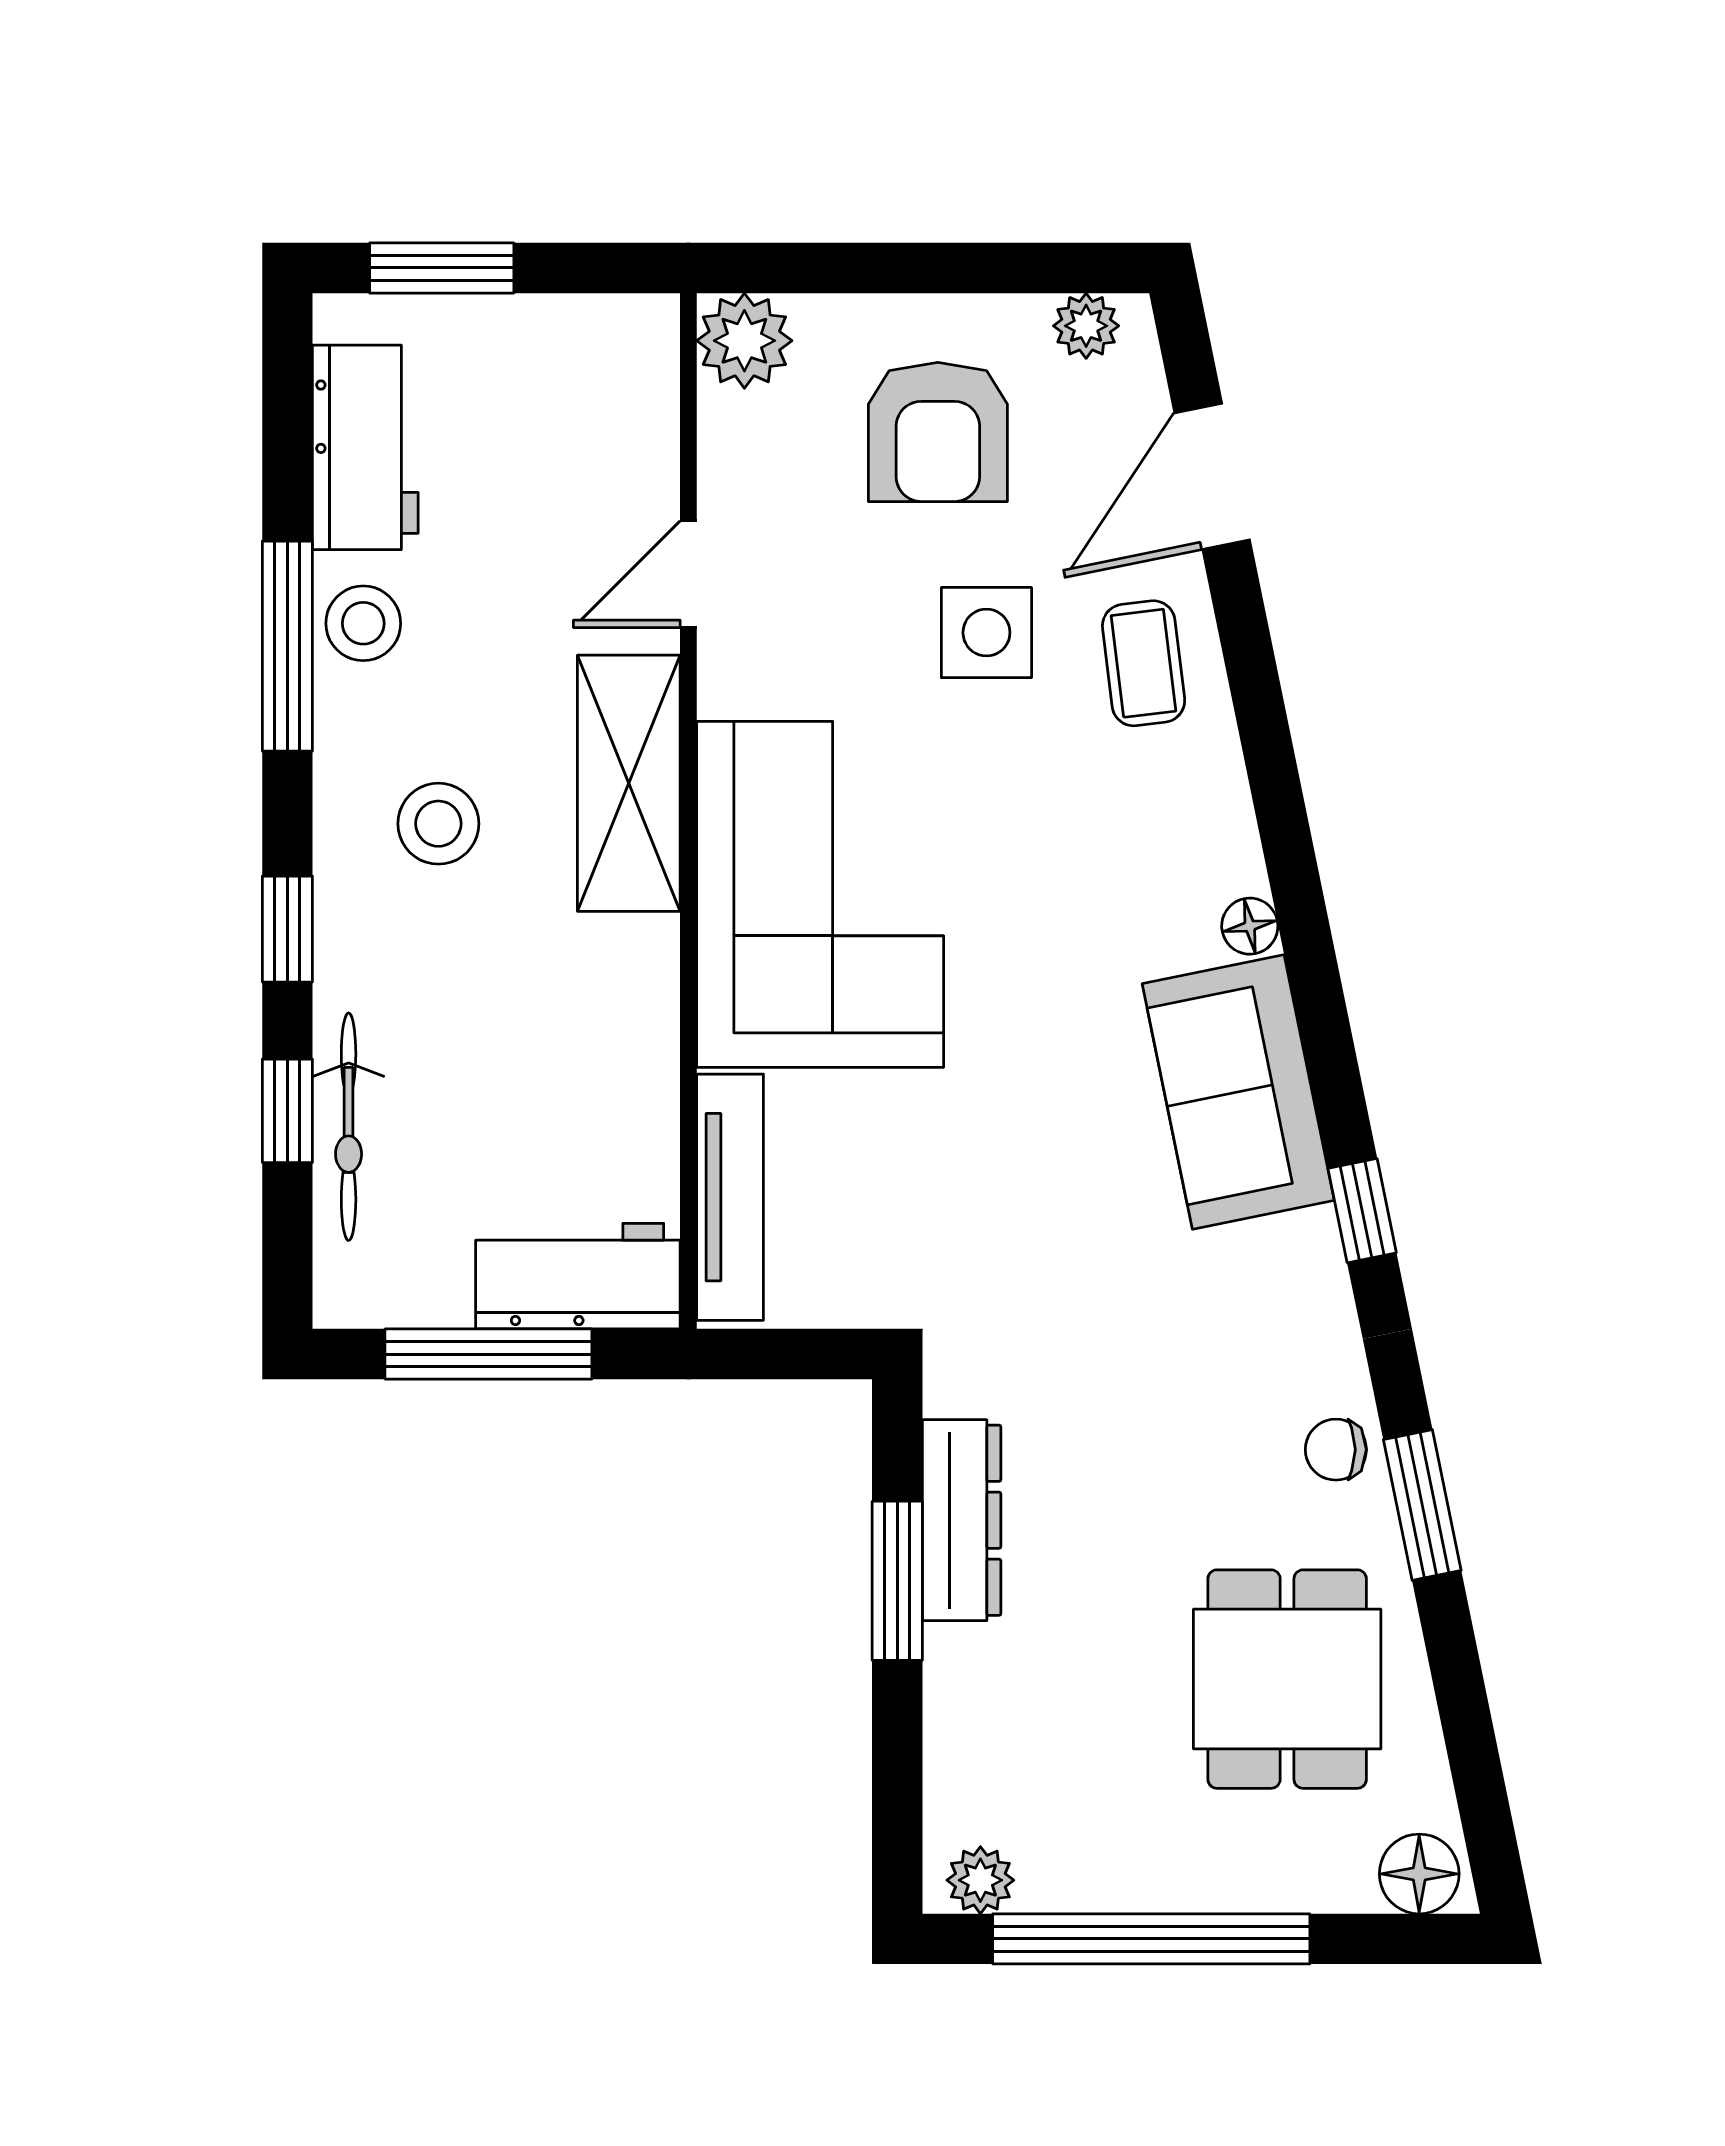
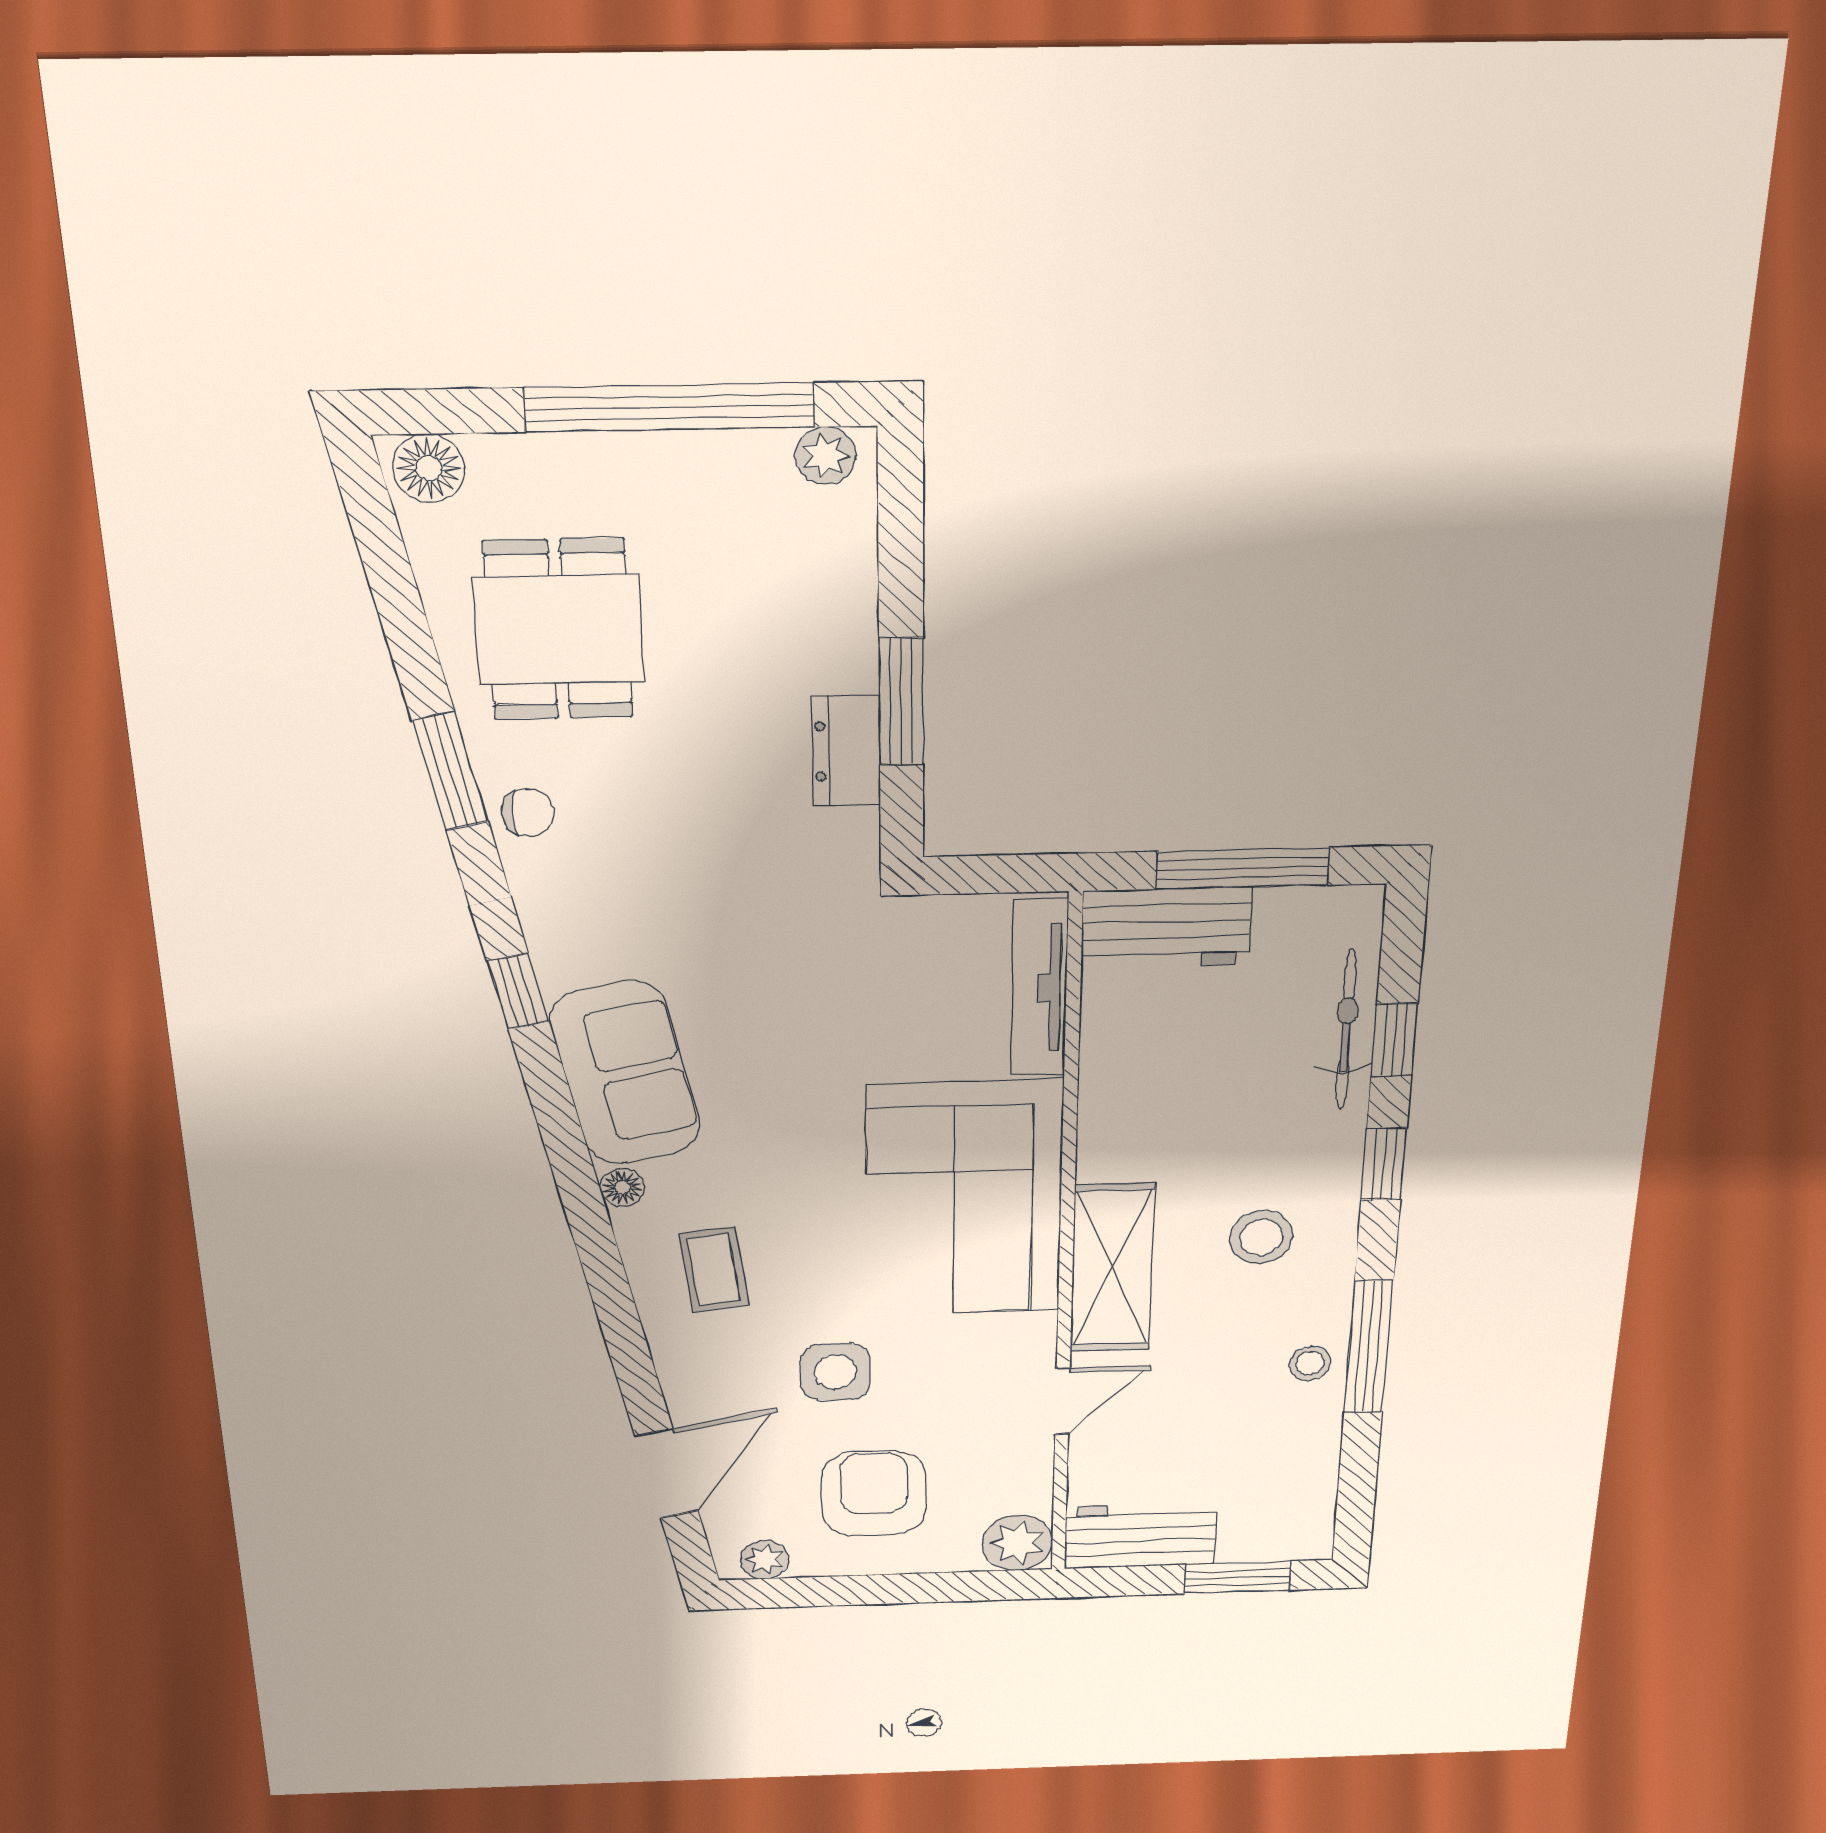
workbench: (365, 447) -> (1140, 1536), moved, turned 90
stool: (363, 623) -> (1310, 1363), width x0.73, depth x0.73
coffee table: (1144, 663) -> (714, 1270), moved
dresser: (962, 1520) -> (846, 751), width x0.70

